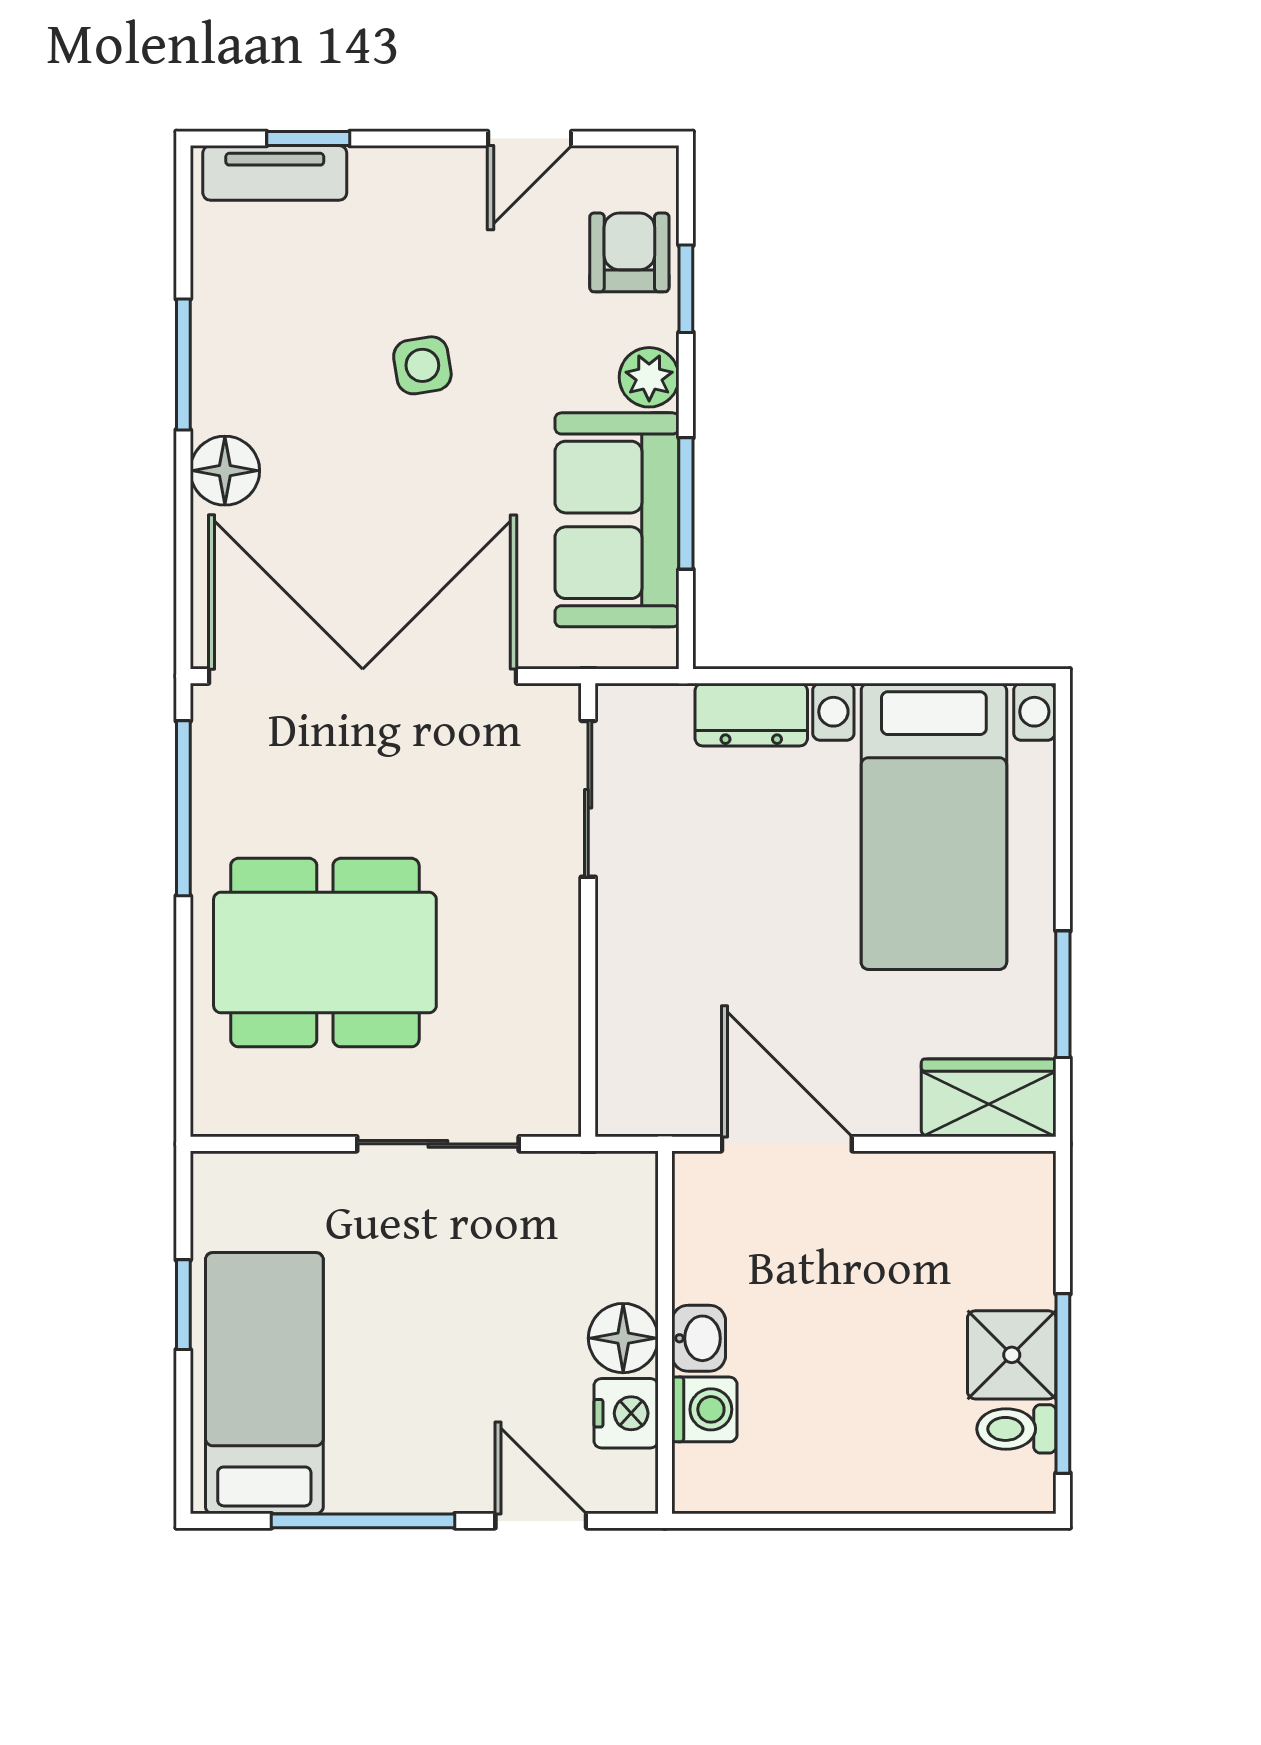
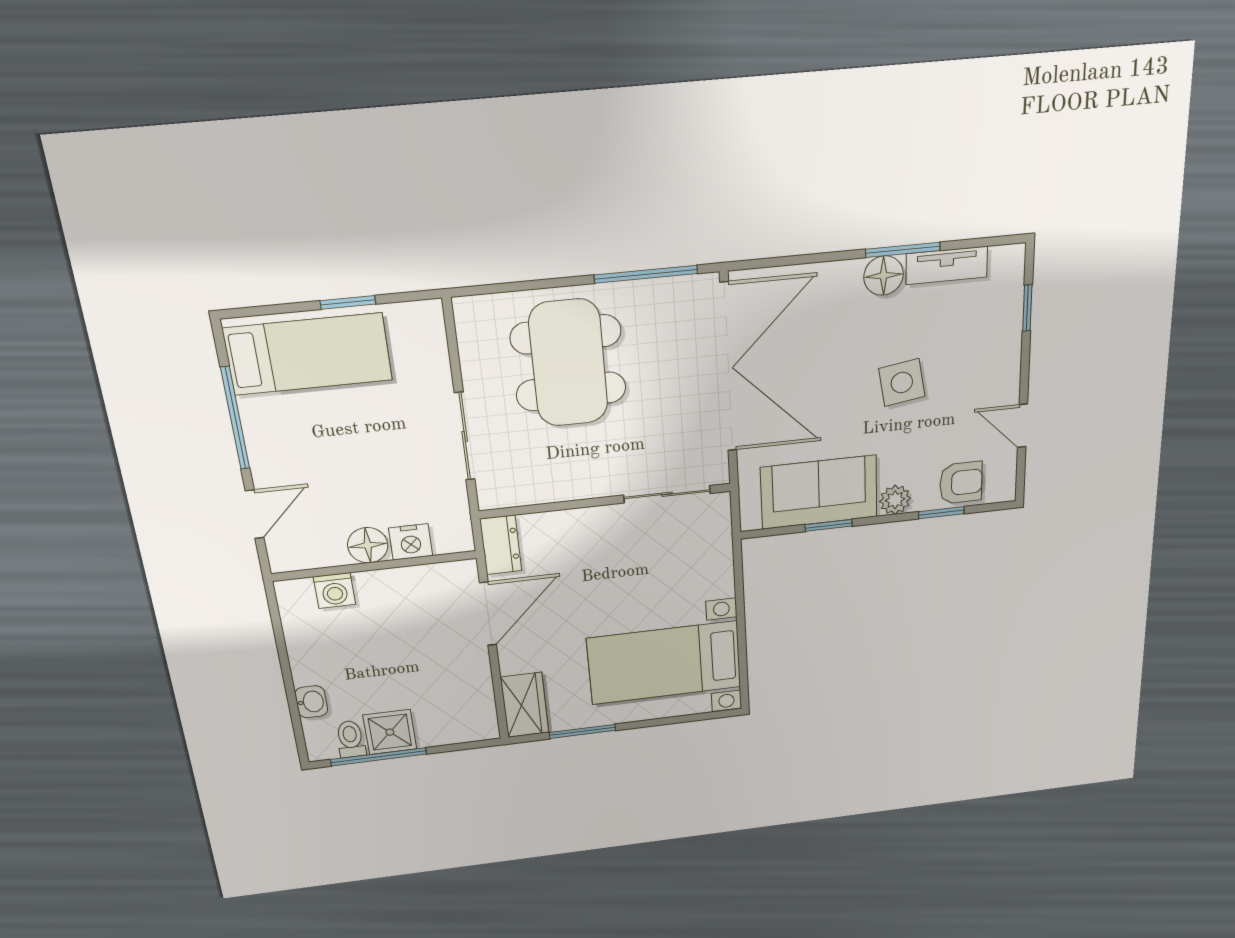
tv unit: (275, 173) -> (947, 265), moved, turned -90
side table: (422, 365) -> (902, 383), width x1.37, depth x1.37
floor lamp: (225, 471) -> (884, 276), moved
window: (686, 503) -> (829, 525), width x0.67
dresser: (751, 715) -> (501, 545), moved, turned 180
washbasin: (699, 1338) -> (311, 702), moved, turned -90
nightstand: (626, 1413) -> (411, 542), moved

